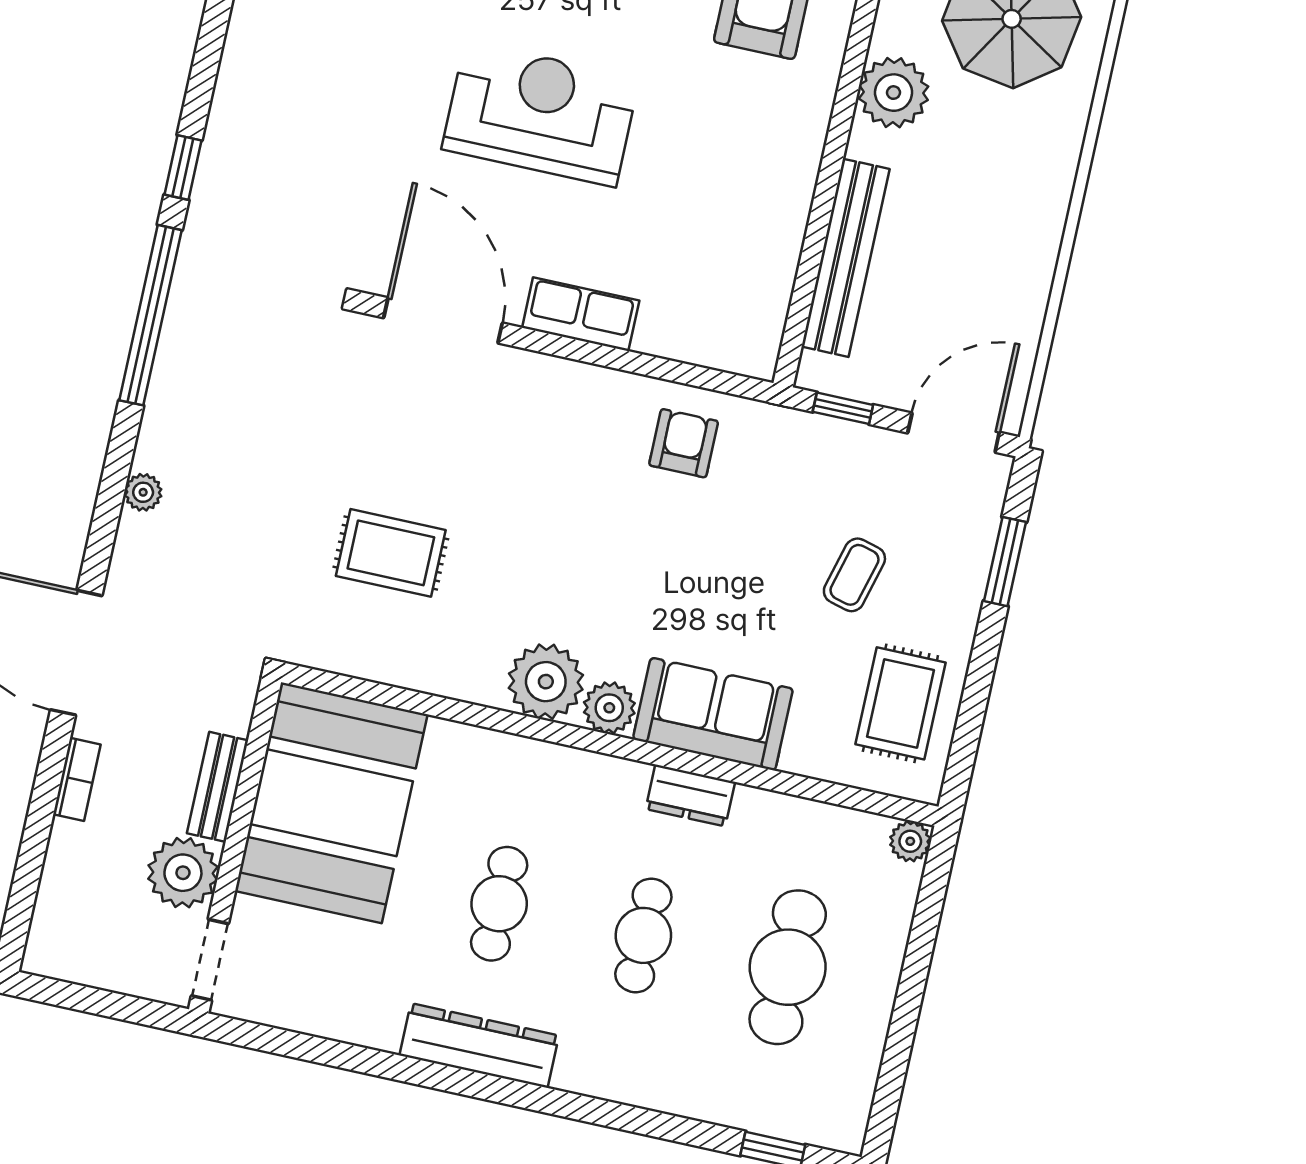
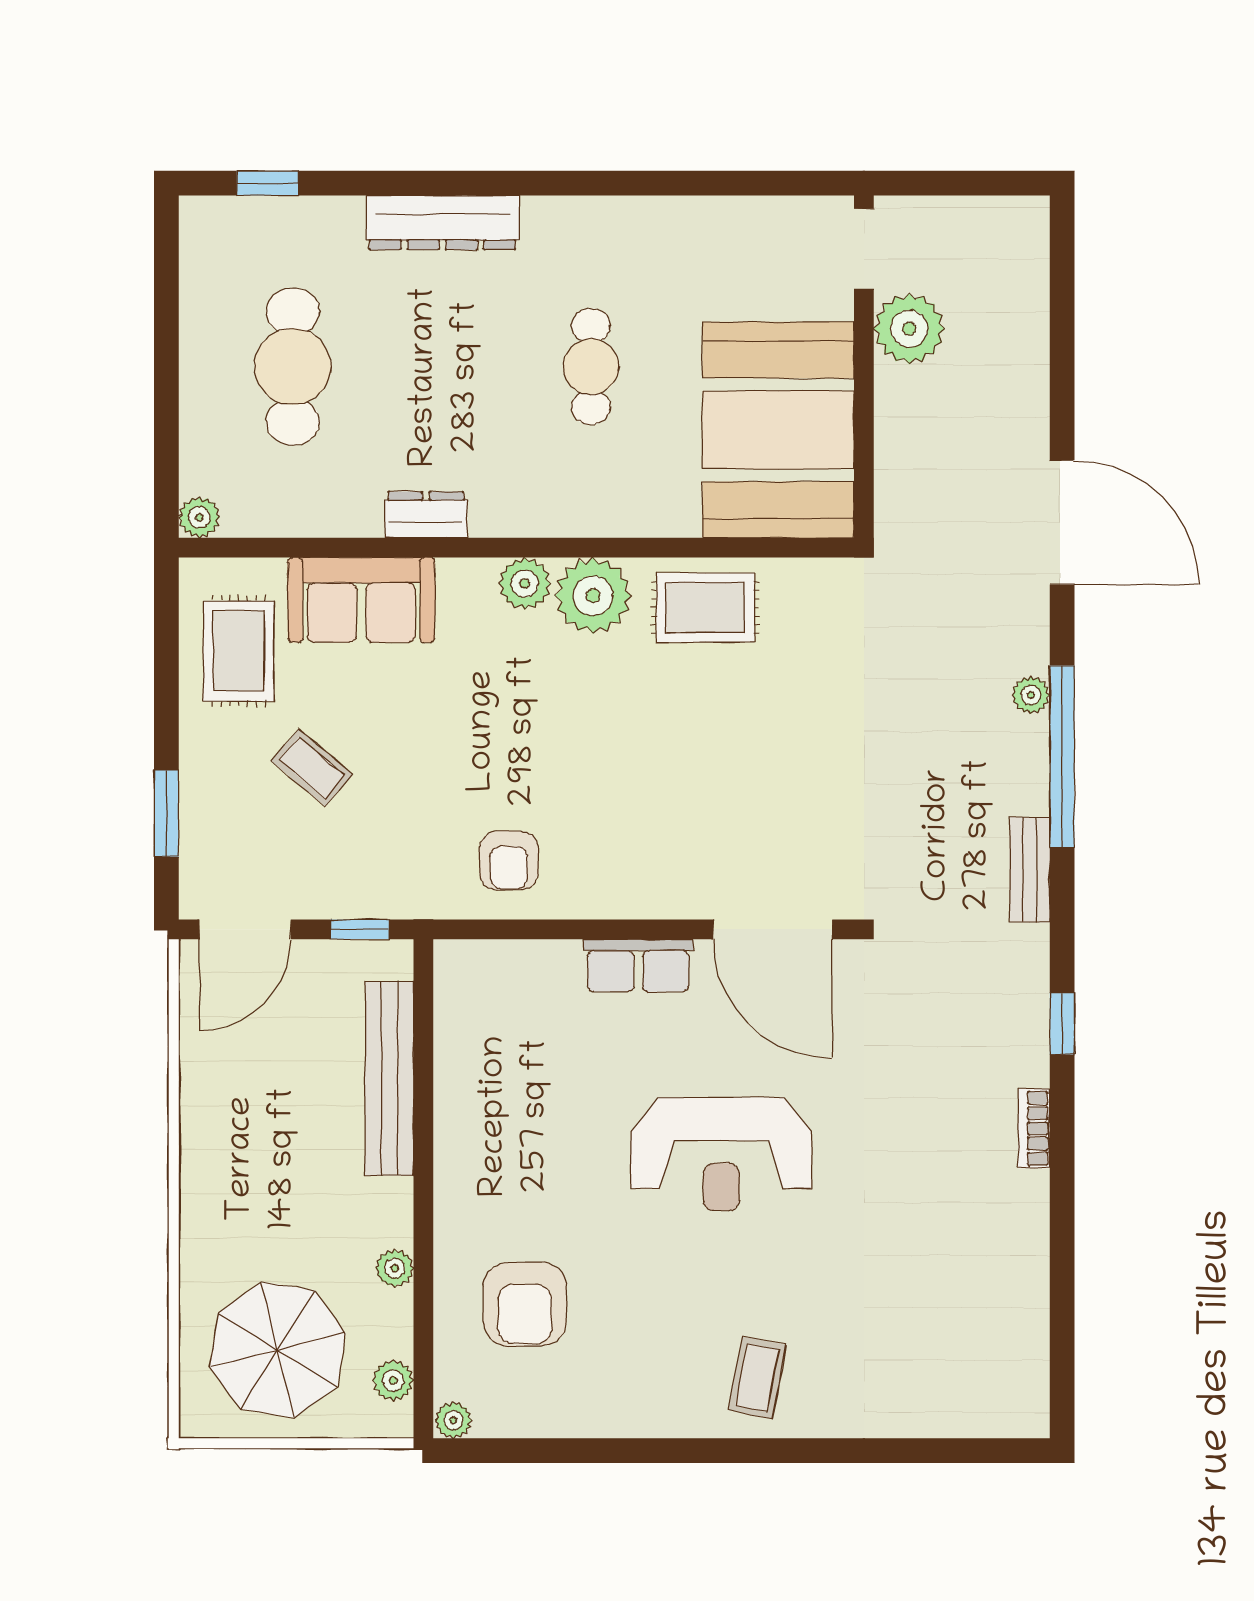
plant: (894, 93) -> (395, 1268), width x0.53, depth x0.53
window: (151, 315) -> (1062, 756), moved
rug: (391, 553) -> (705, 608), moved
coffee table: (854, 575) -> (312, 768), turned -65
sofa: (713, 714) -> (361, 600), moved
bookcase: (77, 779) -> (1034, 1128), moved
bench: (218, 787) -> (1030, 870), moved
cafe table: (643, 935) -> (442, 367), removed
dresser: (479, 1045) -> (442, 223), moved

